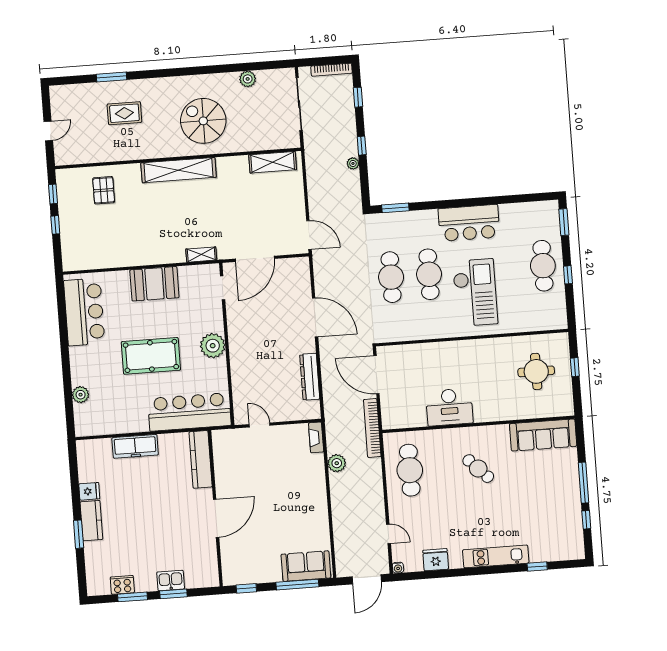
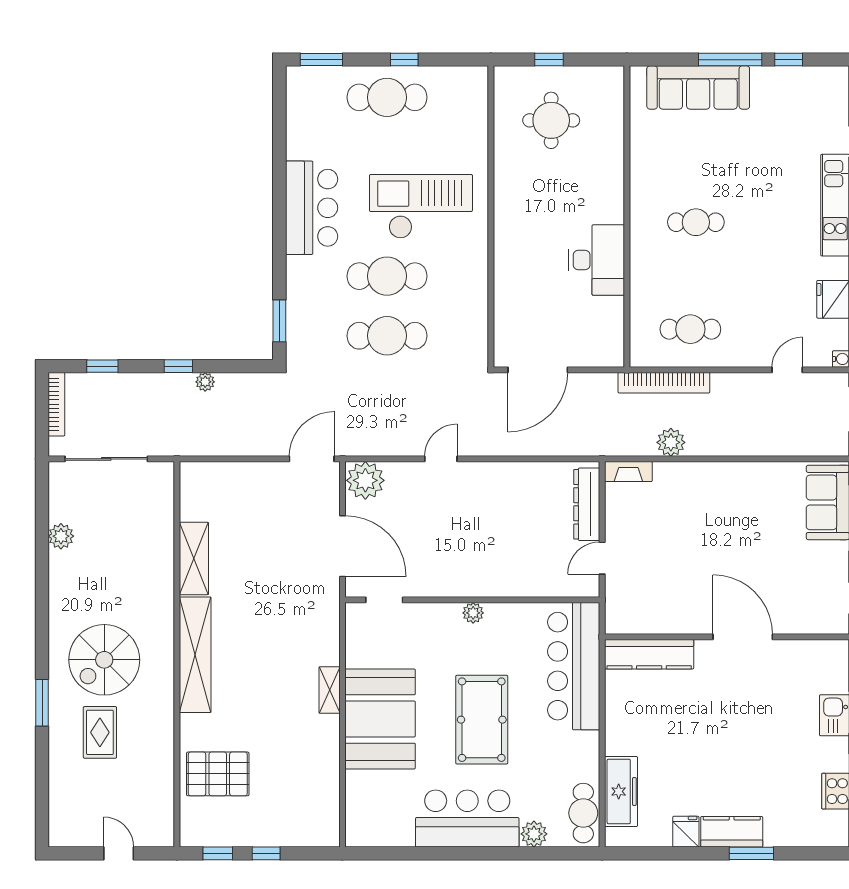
window: (111, 77) -> (42, 703), moved
spiral stairs: (203, 121) -> (104, 660), moved
shelving: (273, 162) -> (194, 558), moved
pallet: (104, 190) -> (218, 774), width x1.50, depth x1.42
shelving: (201, 255) -> (330, 690), moved
plant: (298, 270) -> (365, 480), added
booth: (154, 284) -> (380, 719), width x1.36, depth x1.42
bar counter: (84, 312) -> (467, 819), moved
door: (315, 317) -> (441, 459), width x0.53
plant: (213, 346) -> (473, 613), width x0.53, depth x0.53
dresser: (310, 377) -> (587, 504), moved, turned 90
cafe table: (96, 425) -> (583, 813), added
bookcase: (372, 428) -> (664, 383), moved
sofa: (543, 435) -> (698, 87), moved, turned 90
freezer: (135, 446) -> (621, 791), moved
cafe table: (478, 469) -> (696, 222), turned 45
cafe table: (410, 470) -> (690, 329), width x0.73, depth x0.74

